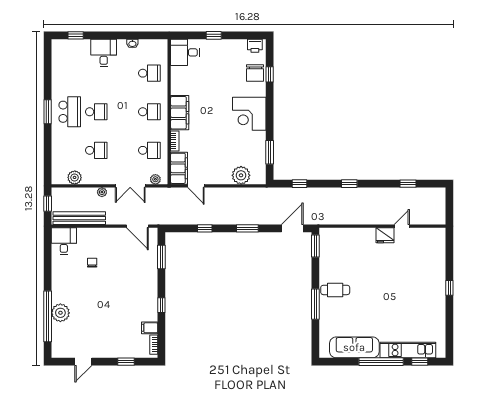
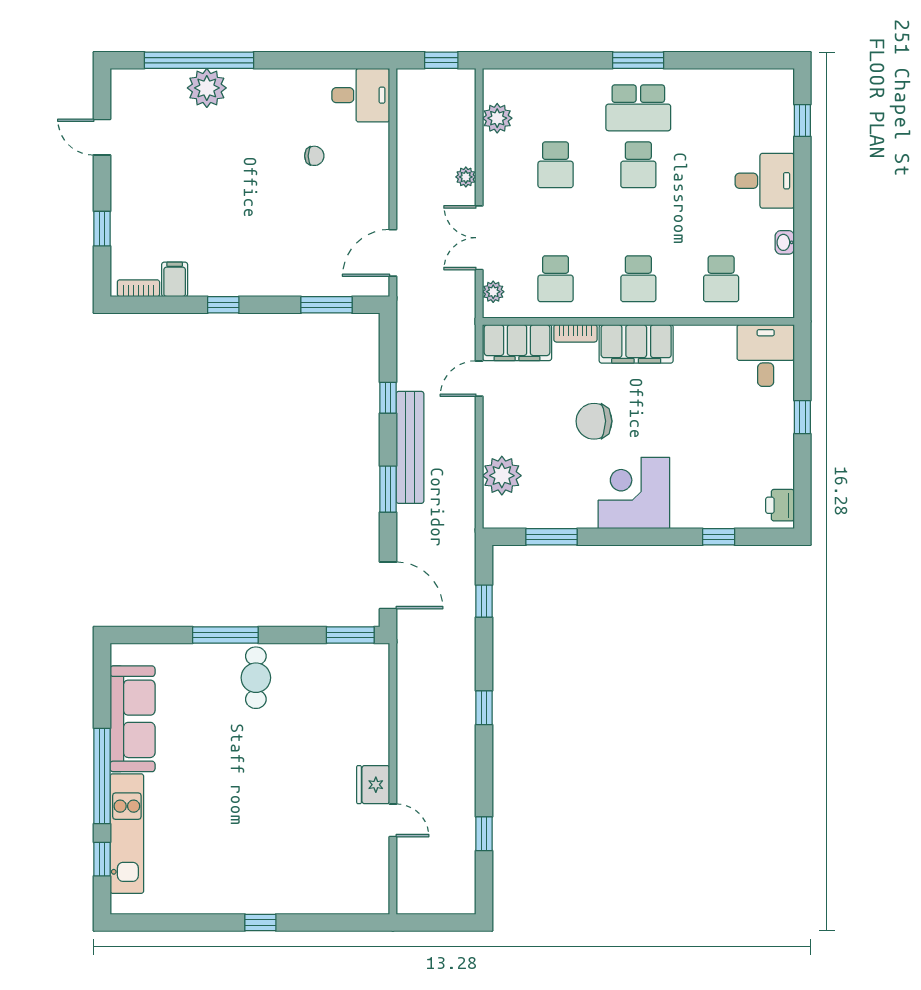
chair: (255, 73) -> (594, 421), moved
bench: (79, 218) -> (410, 447), moved

